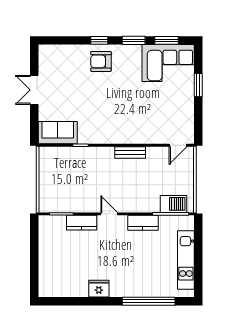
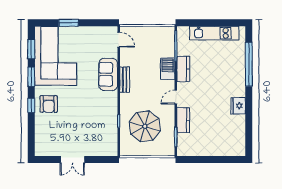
corner sofa: (168, 63) -> (56, 56), width x1.36, depth x1.36
sofa: (58, 133) -> (108, 74), moved
parasol: (74, 177) -> (145, 126), added
barbecue: (173, 204) -> (168, 69), moved

